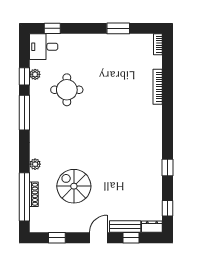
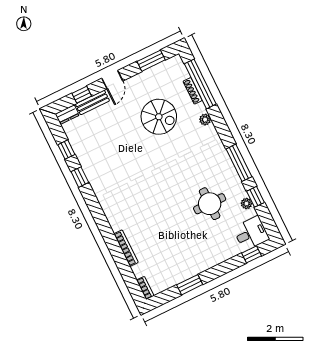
window: (167, 208) -> (66, 150), moved
window: (57, 238) -> (151, 61), width x1.50

